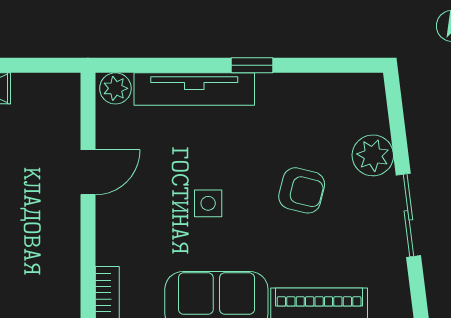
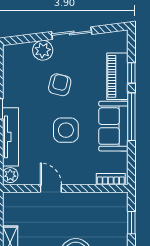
side table: (208, 203) -> (66, 130), width x1.87, depth x1.87

